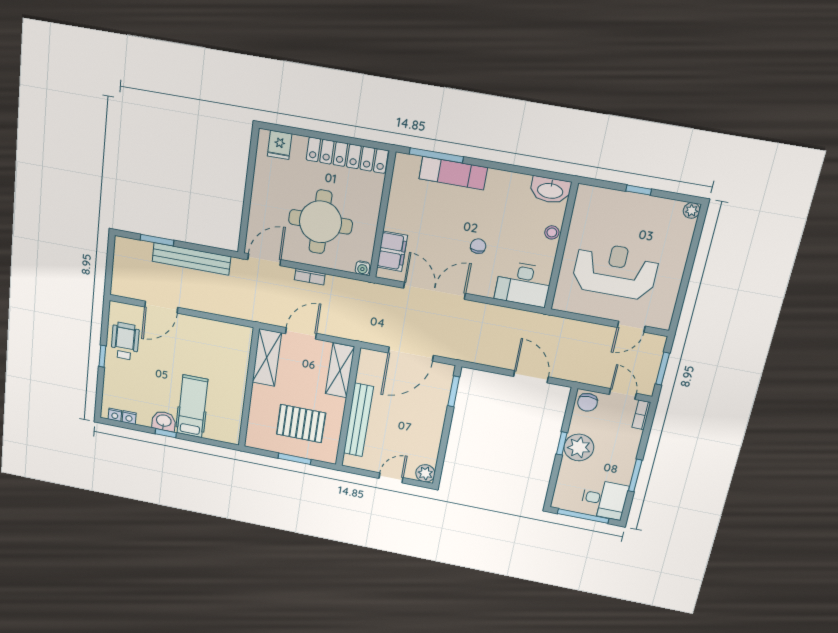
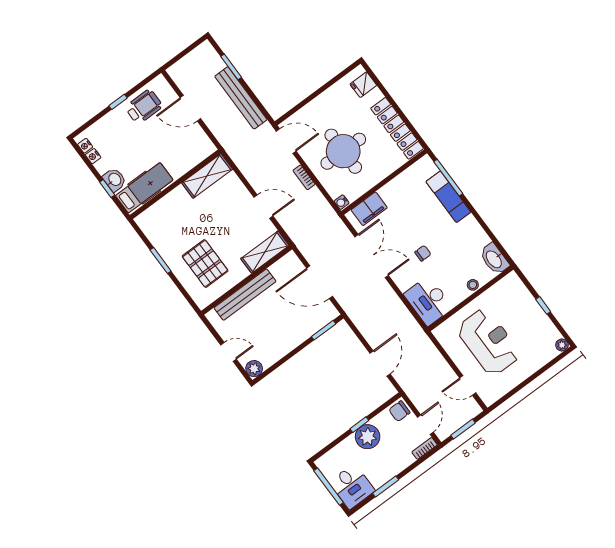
shelving: (267, 358) -> (207, 176), moved
wall: (249, 388) -> (175, 184), moved
window: (295, 459) -> (161, 260), moved

